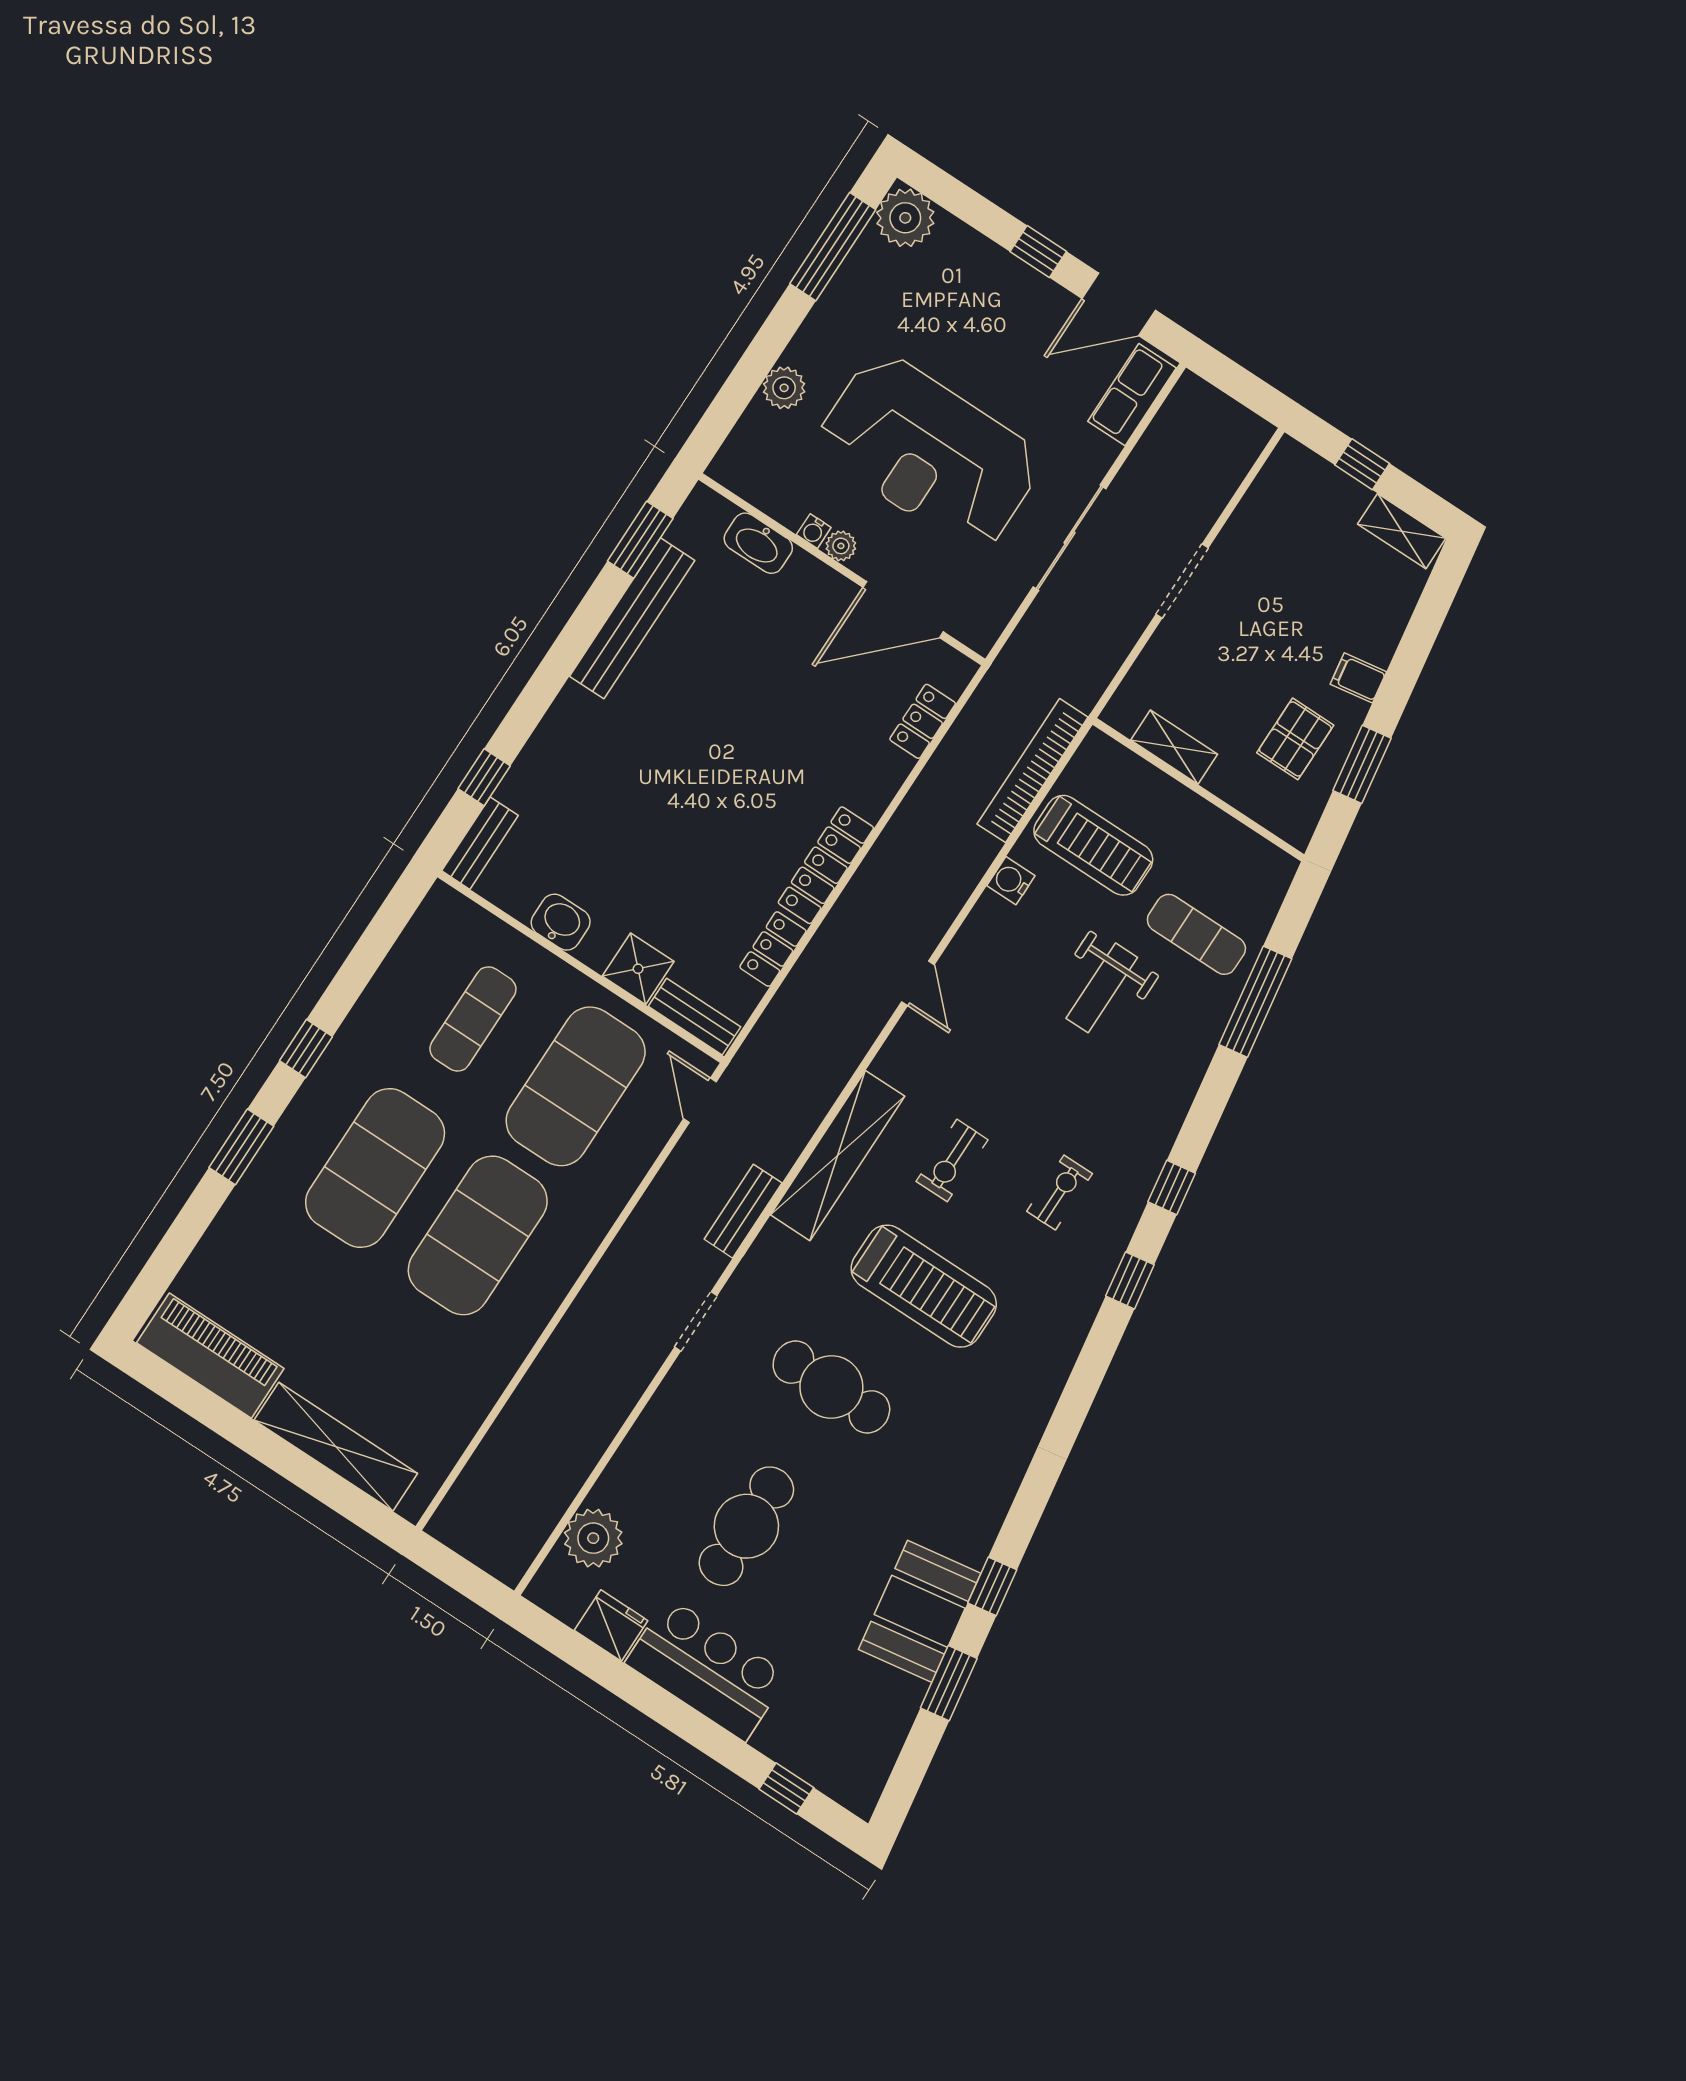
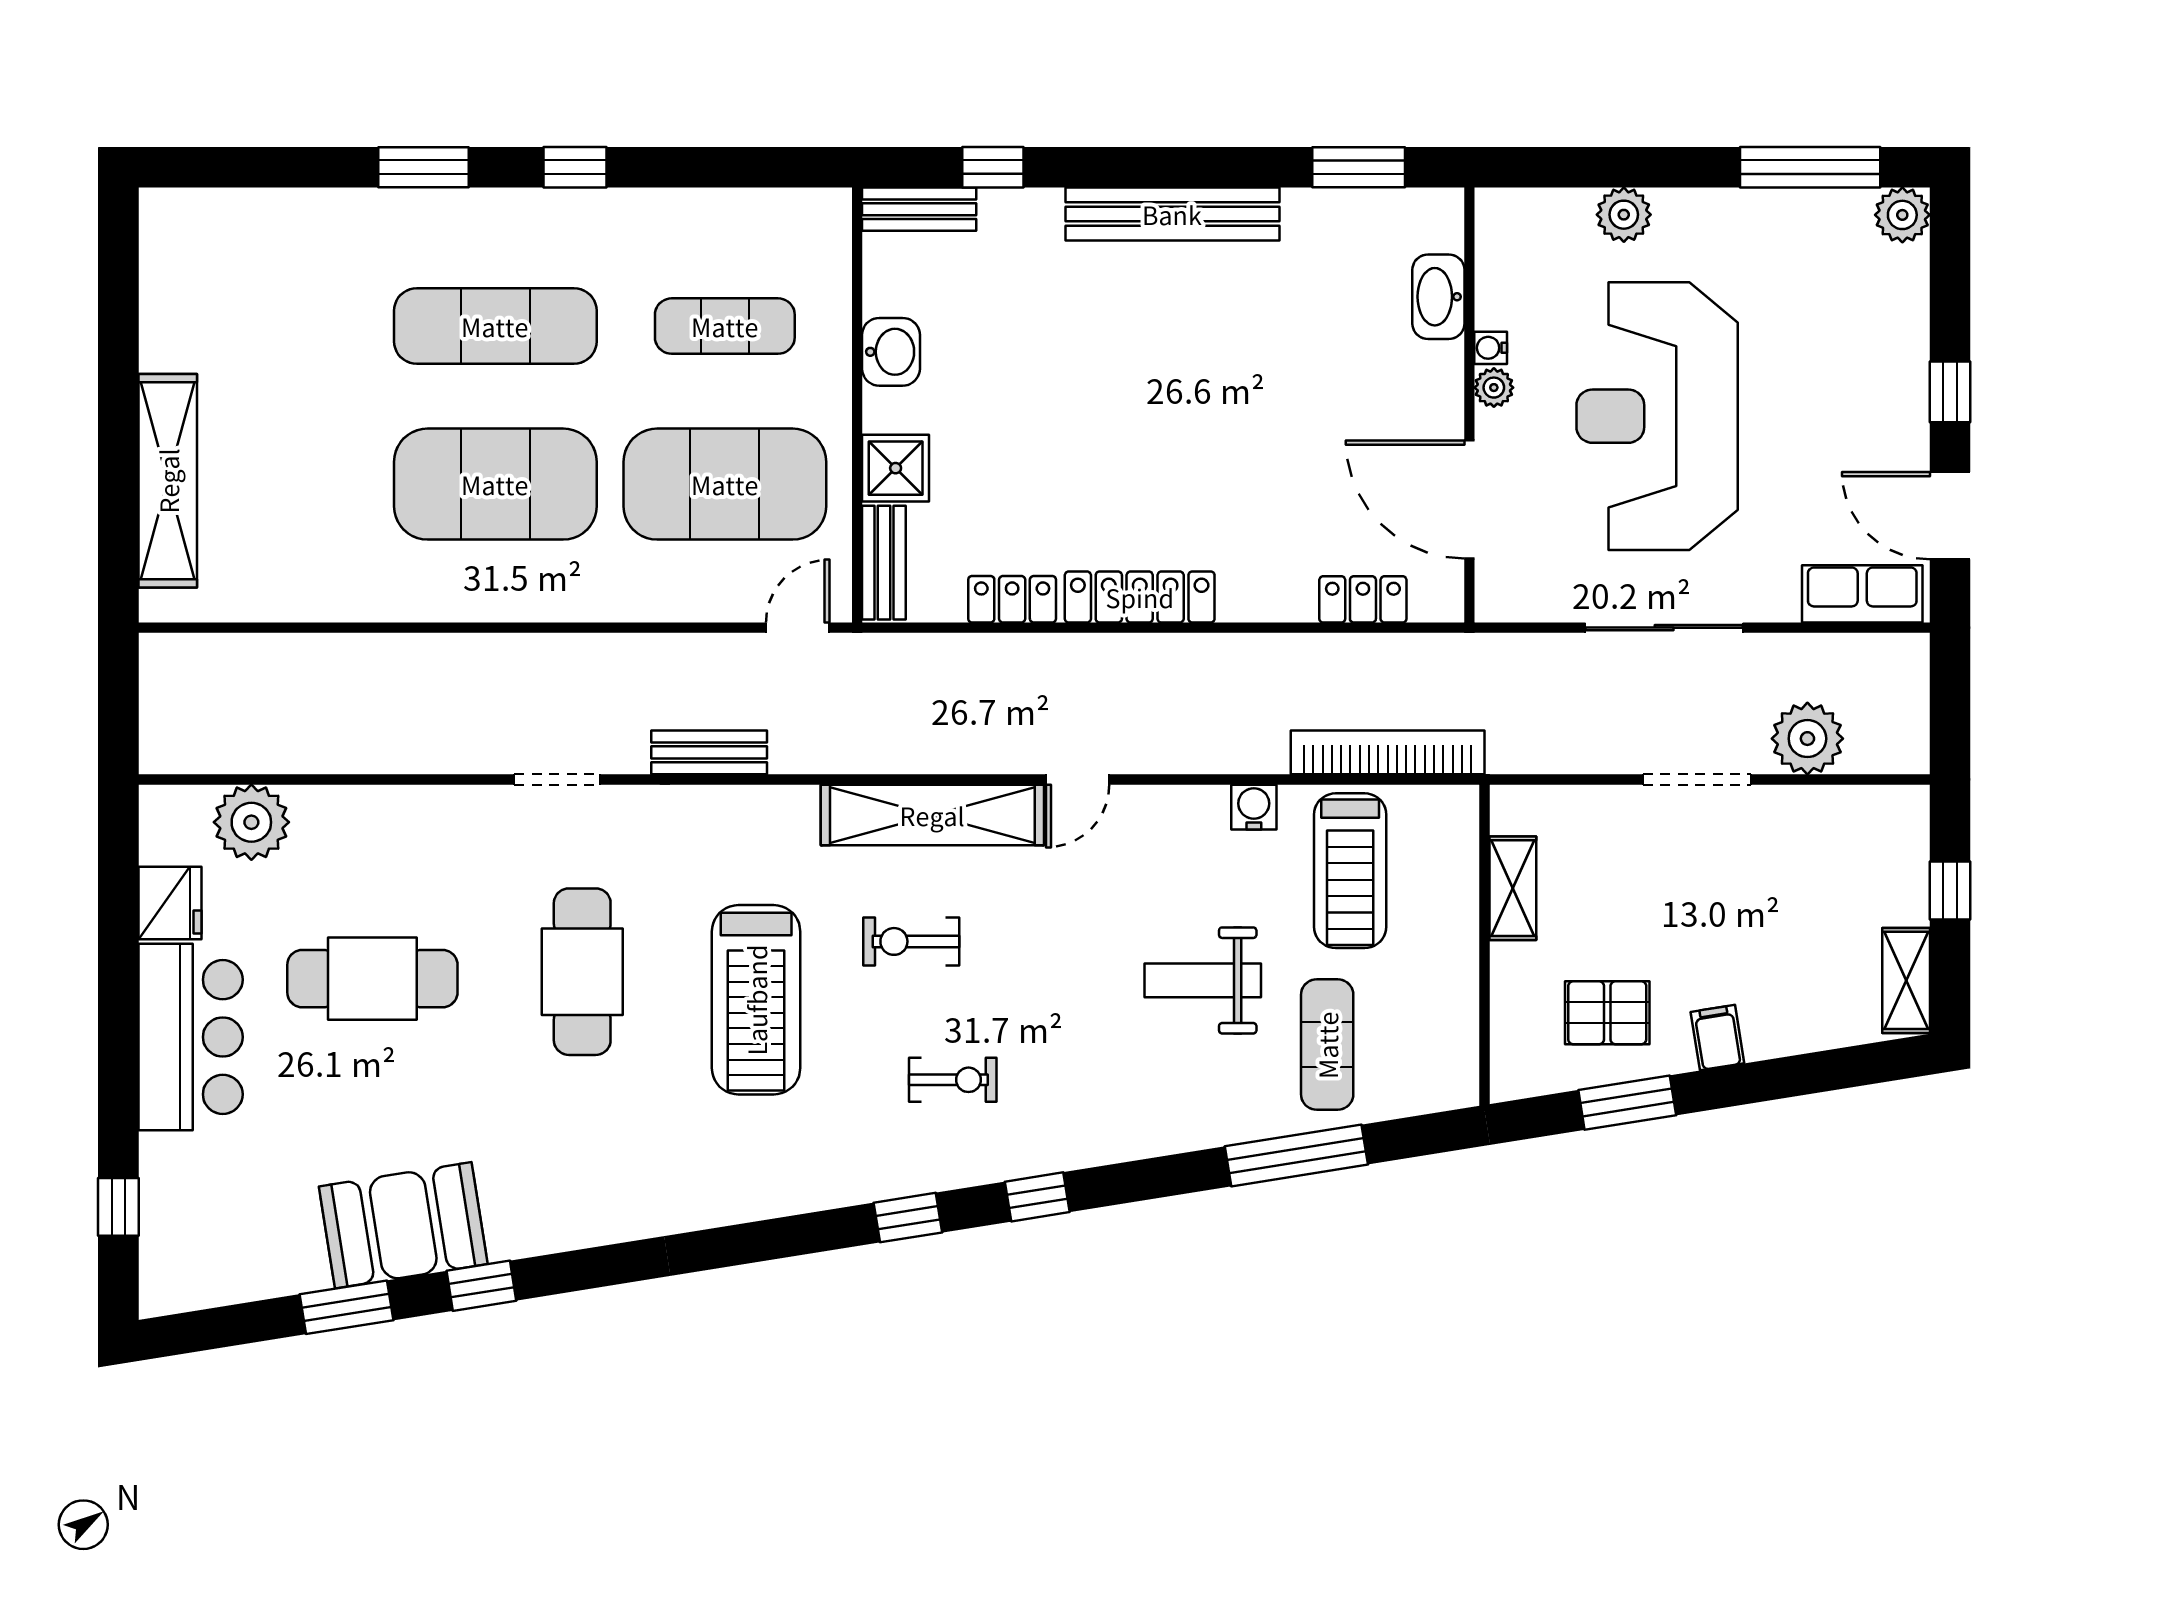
plant: (905, 218) -> (1902, 215), width x0.73, depth x0.73
plant: (1203, 492) -> (1807, 739), added
bench: (632, 618) -> (1172, 214), moved
shelving: (838, 1156) -> (932, 815), moved
exercise mat: (375, 1168) -> (495, 326), width x0.68
piano: (210, 1356) -> (177, 281), removed

